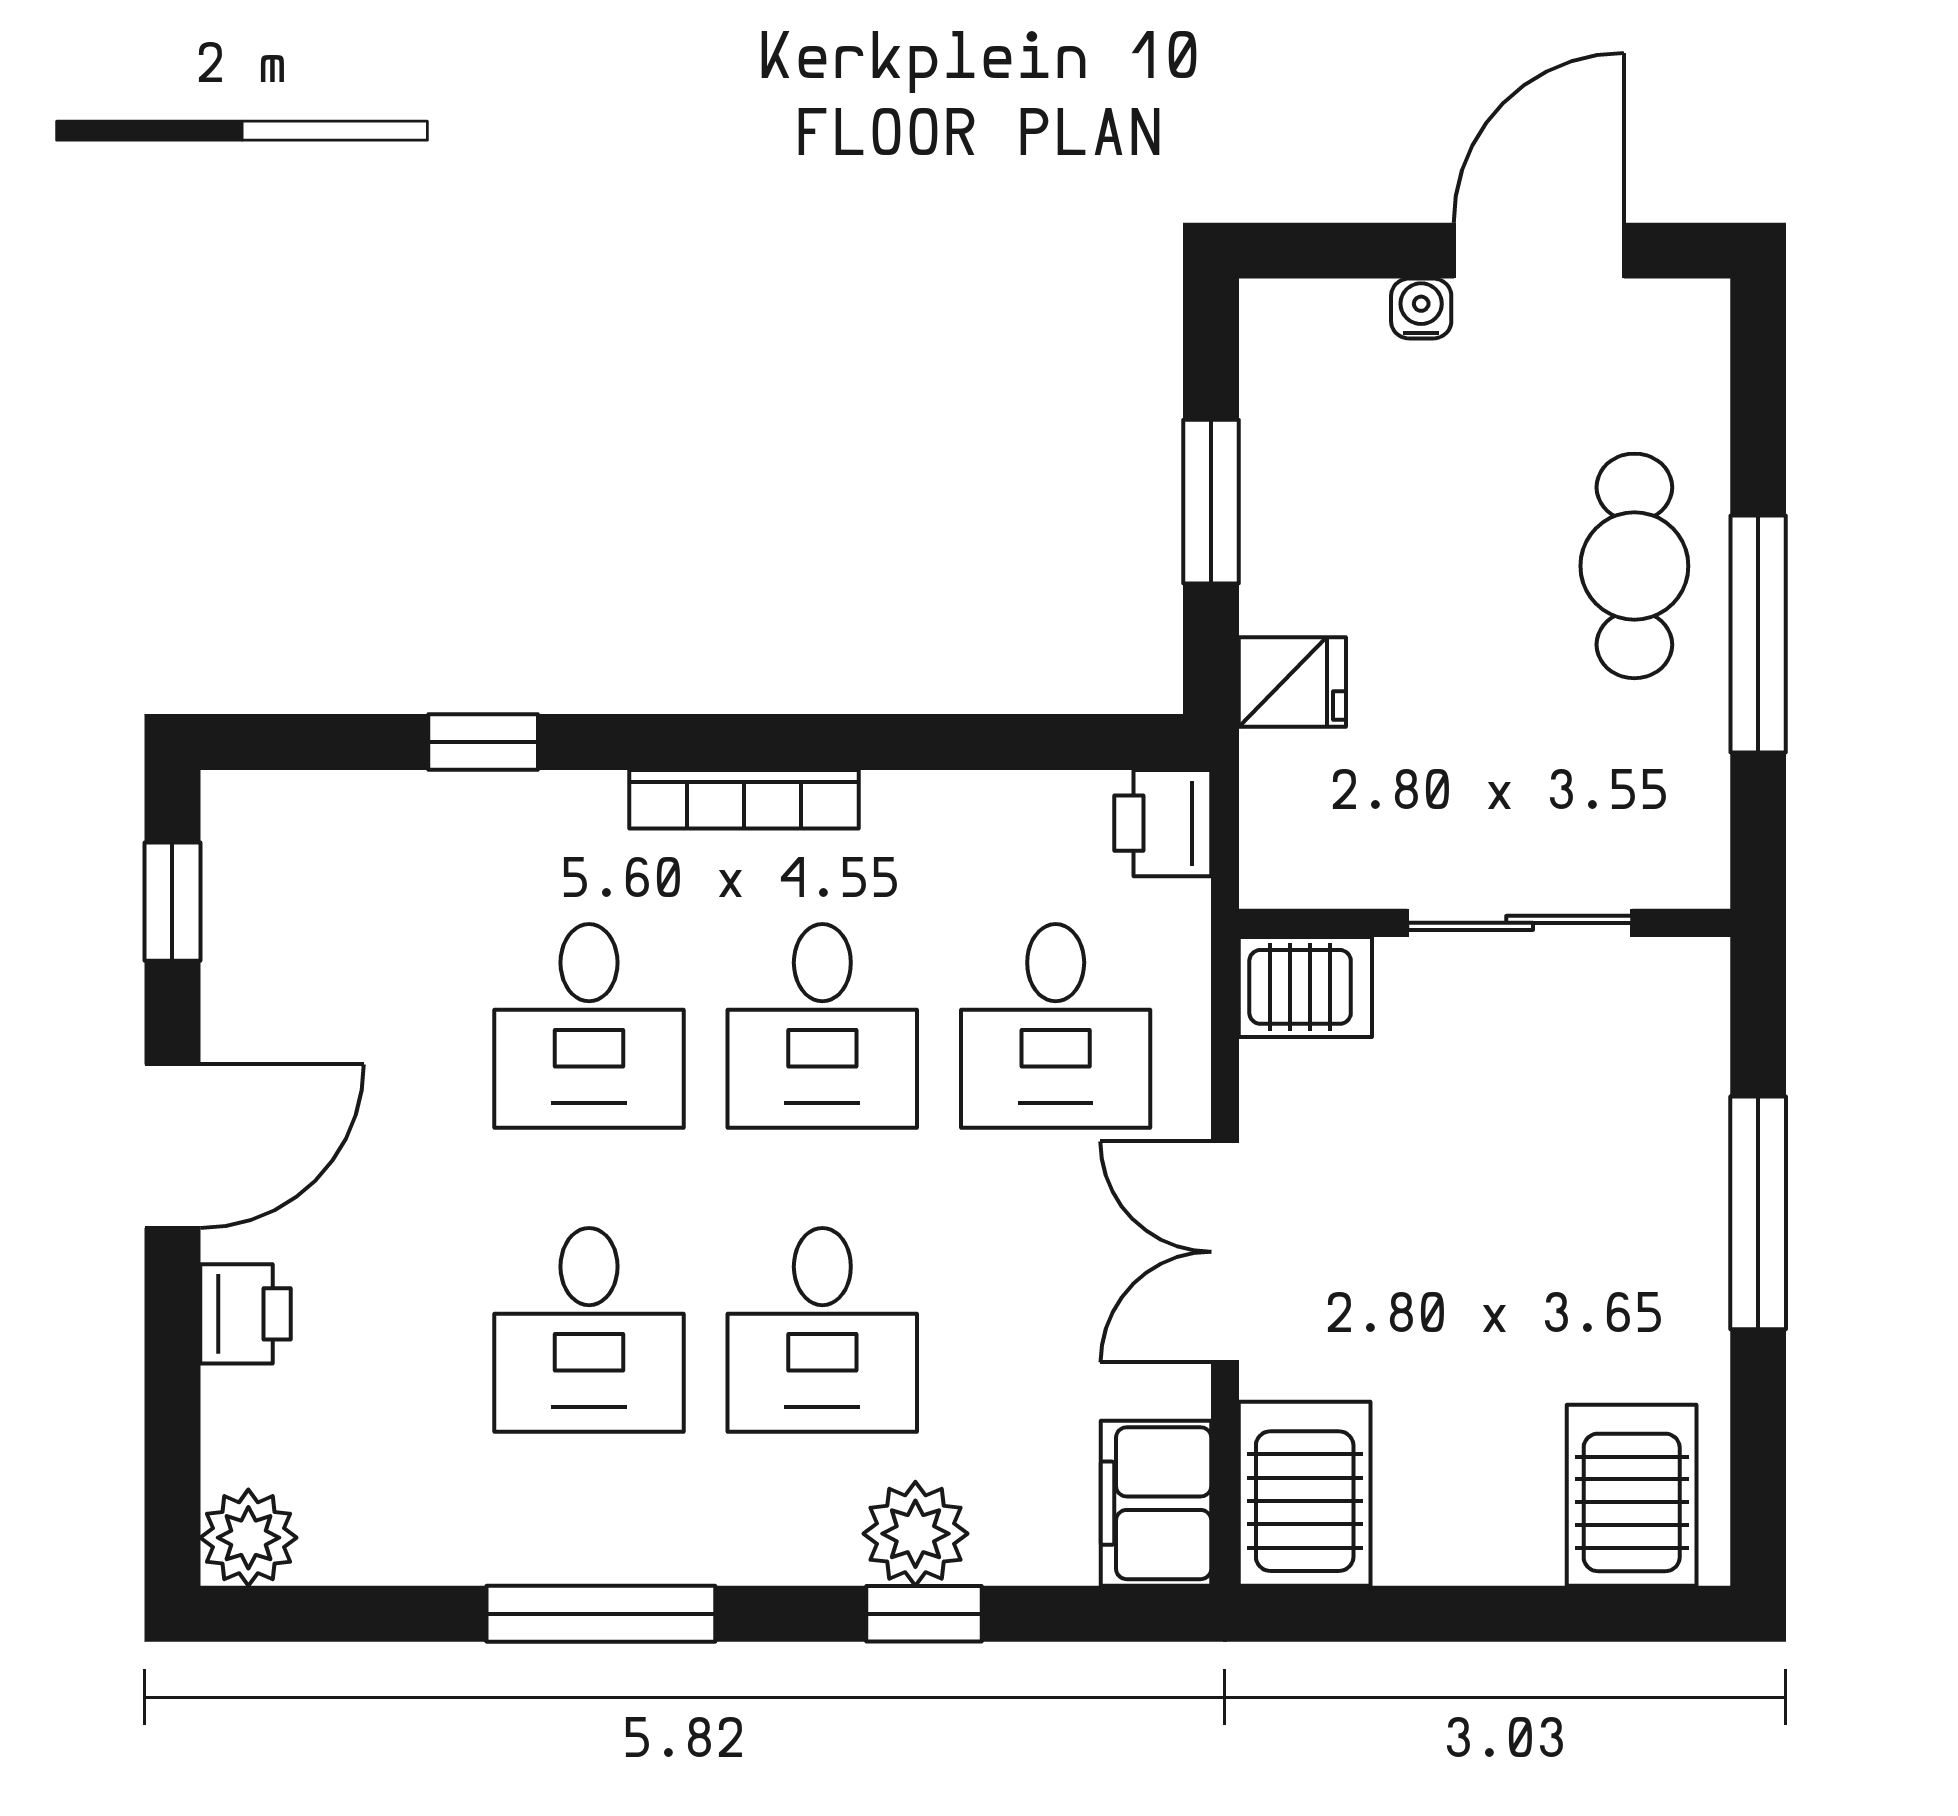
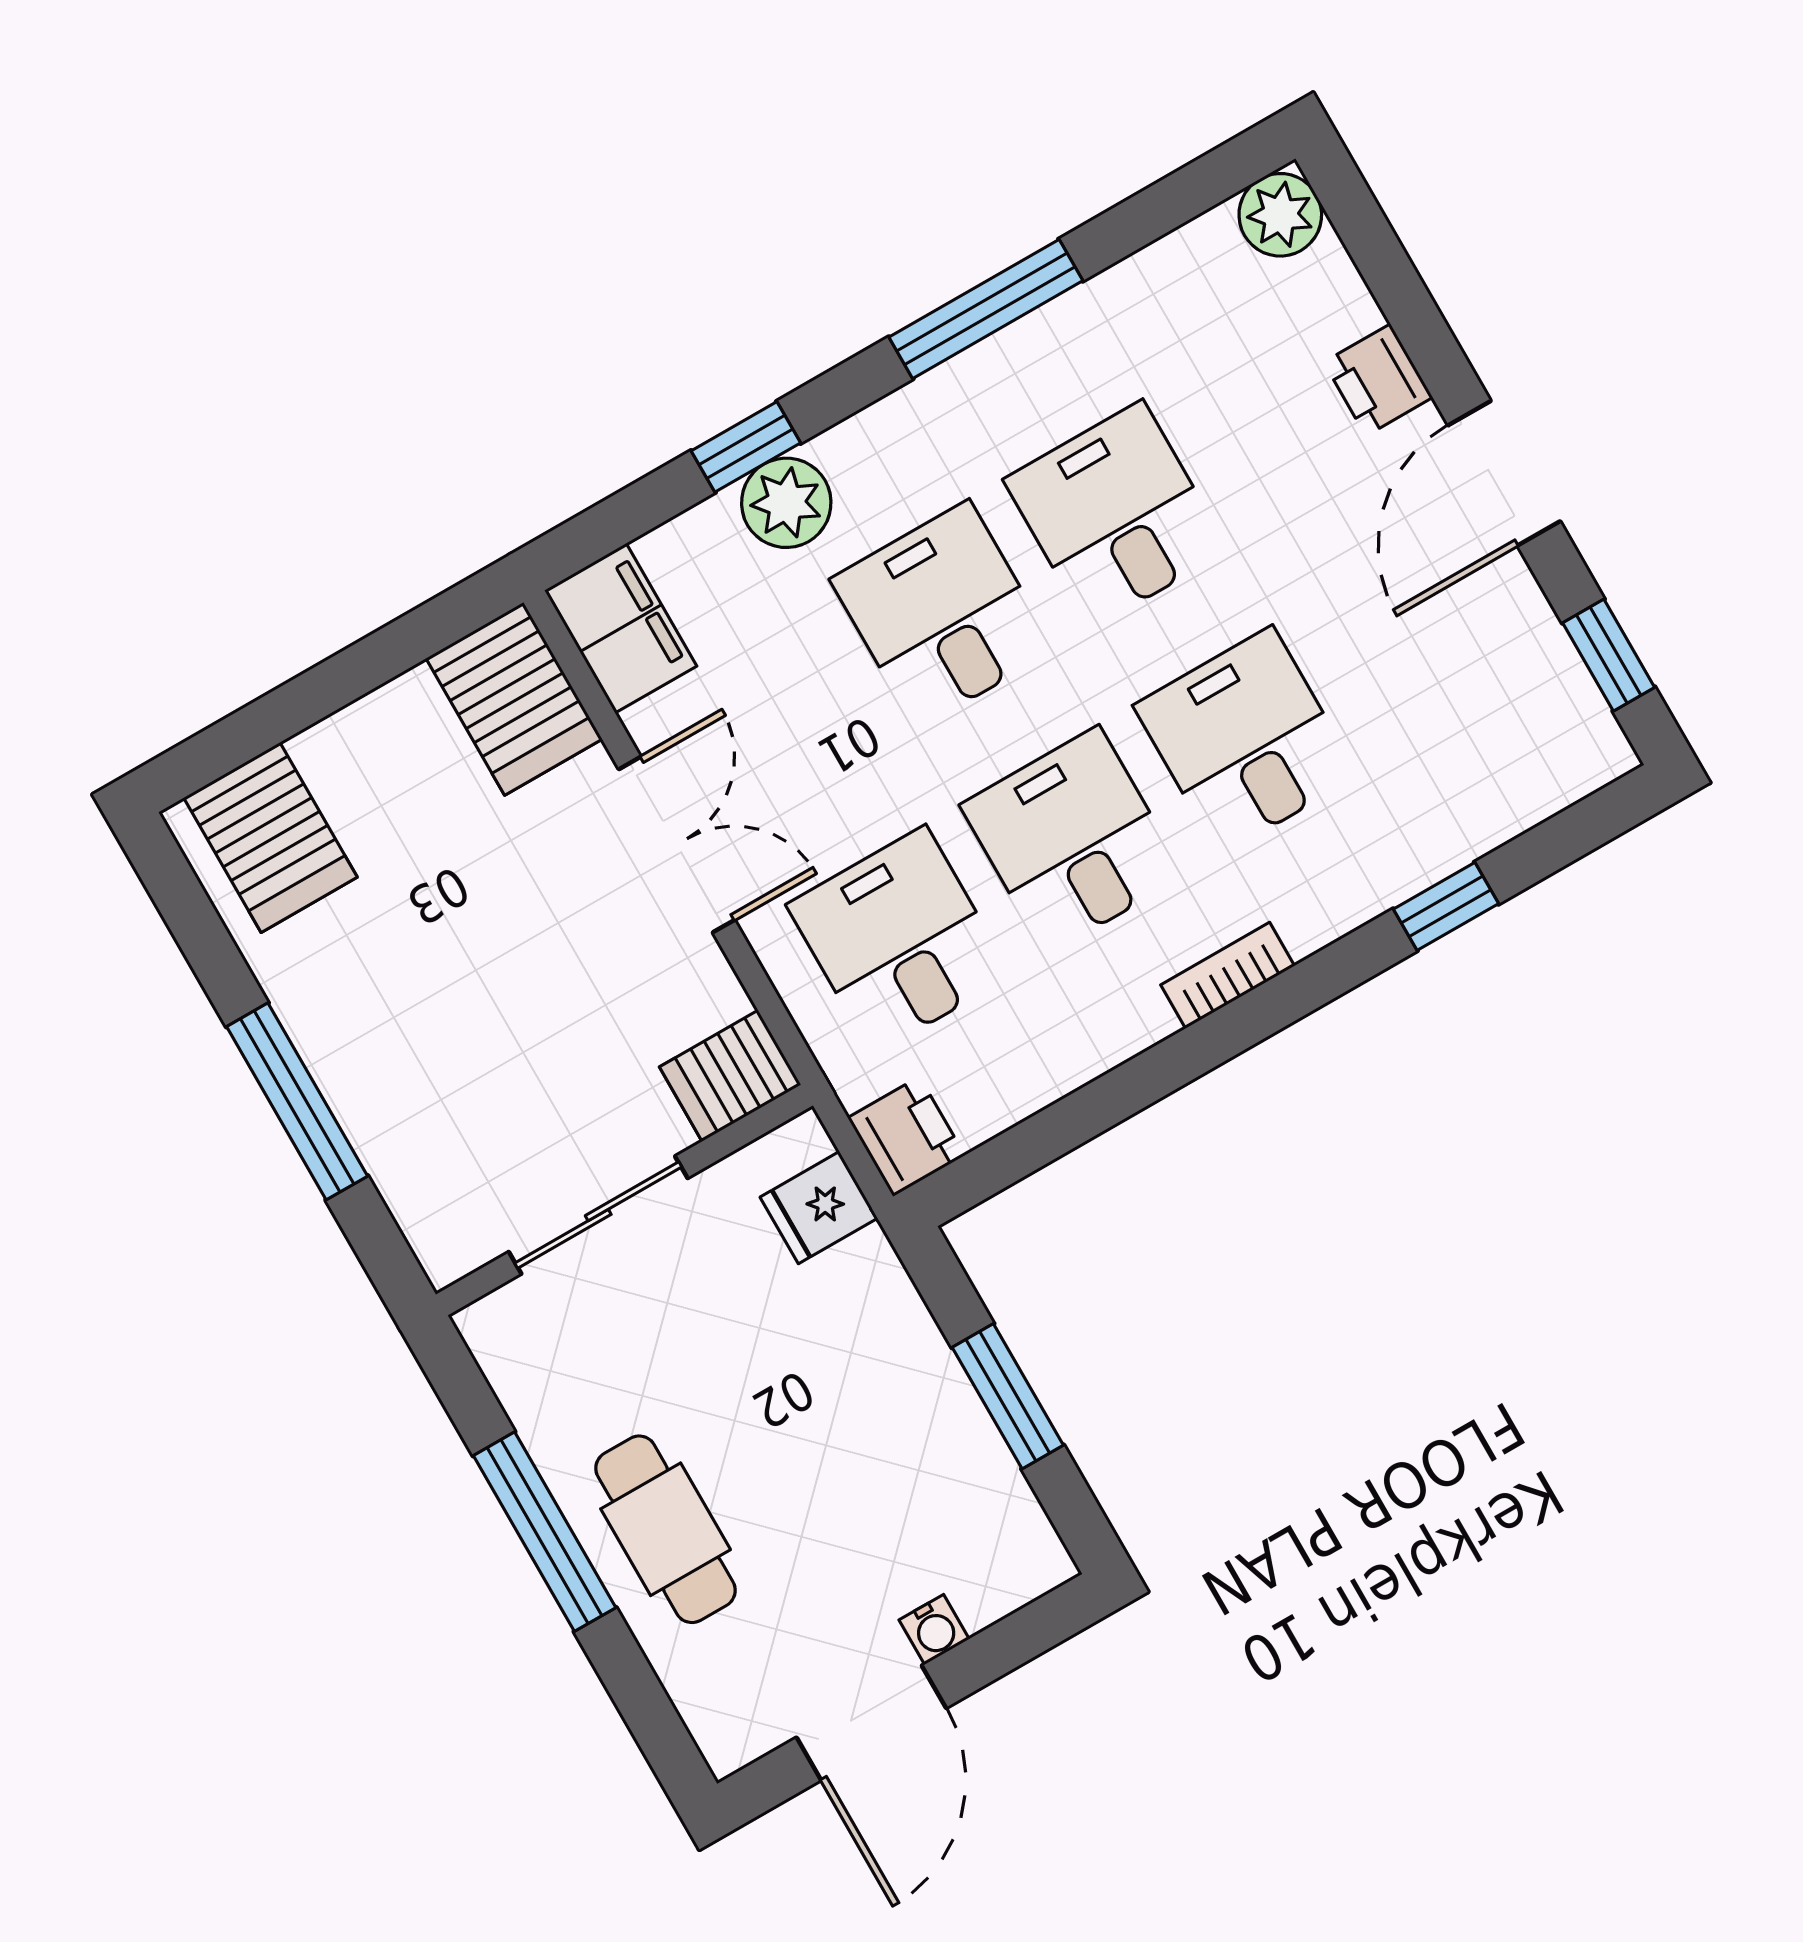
fridge: (1292, 682) -> (819, 1208), moved
bookcase: (744, 799) -> (1228, 975), width x0.64

